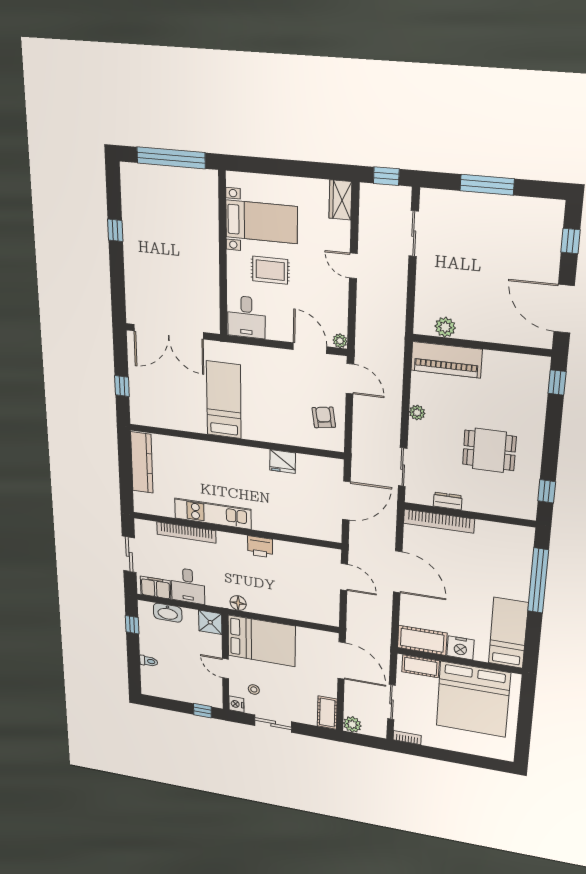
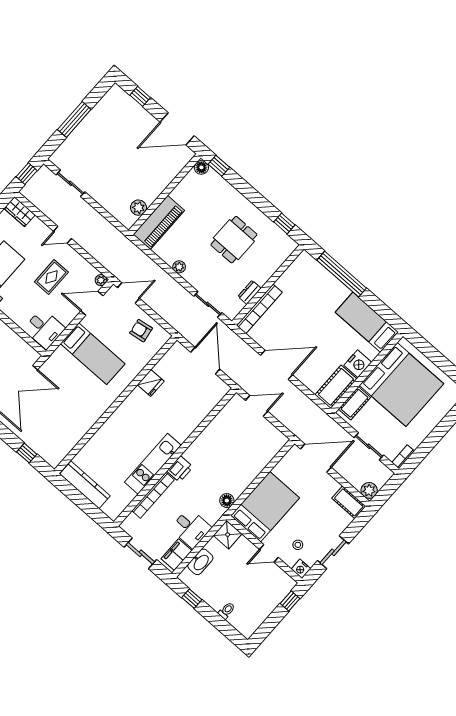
rug: (270, 270) -> (51, 277), moved
floor lamp: (541, 365) -> (201, 167), added
bed: (224, 400) -> (93, 354), moved, turned 180
printer: (260, 547) -> (180, 469), moved

